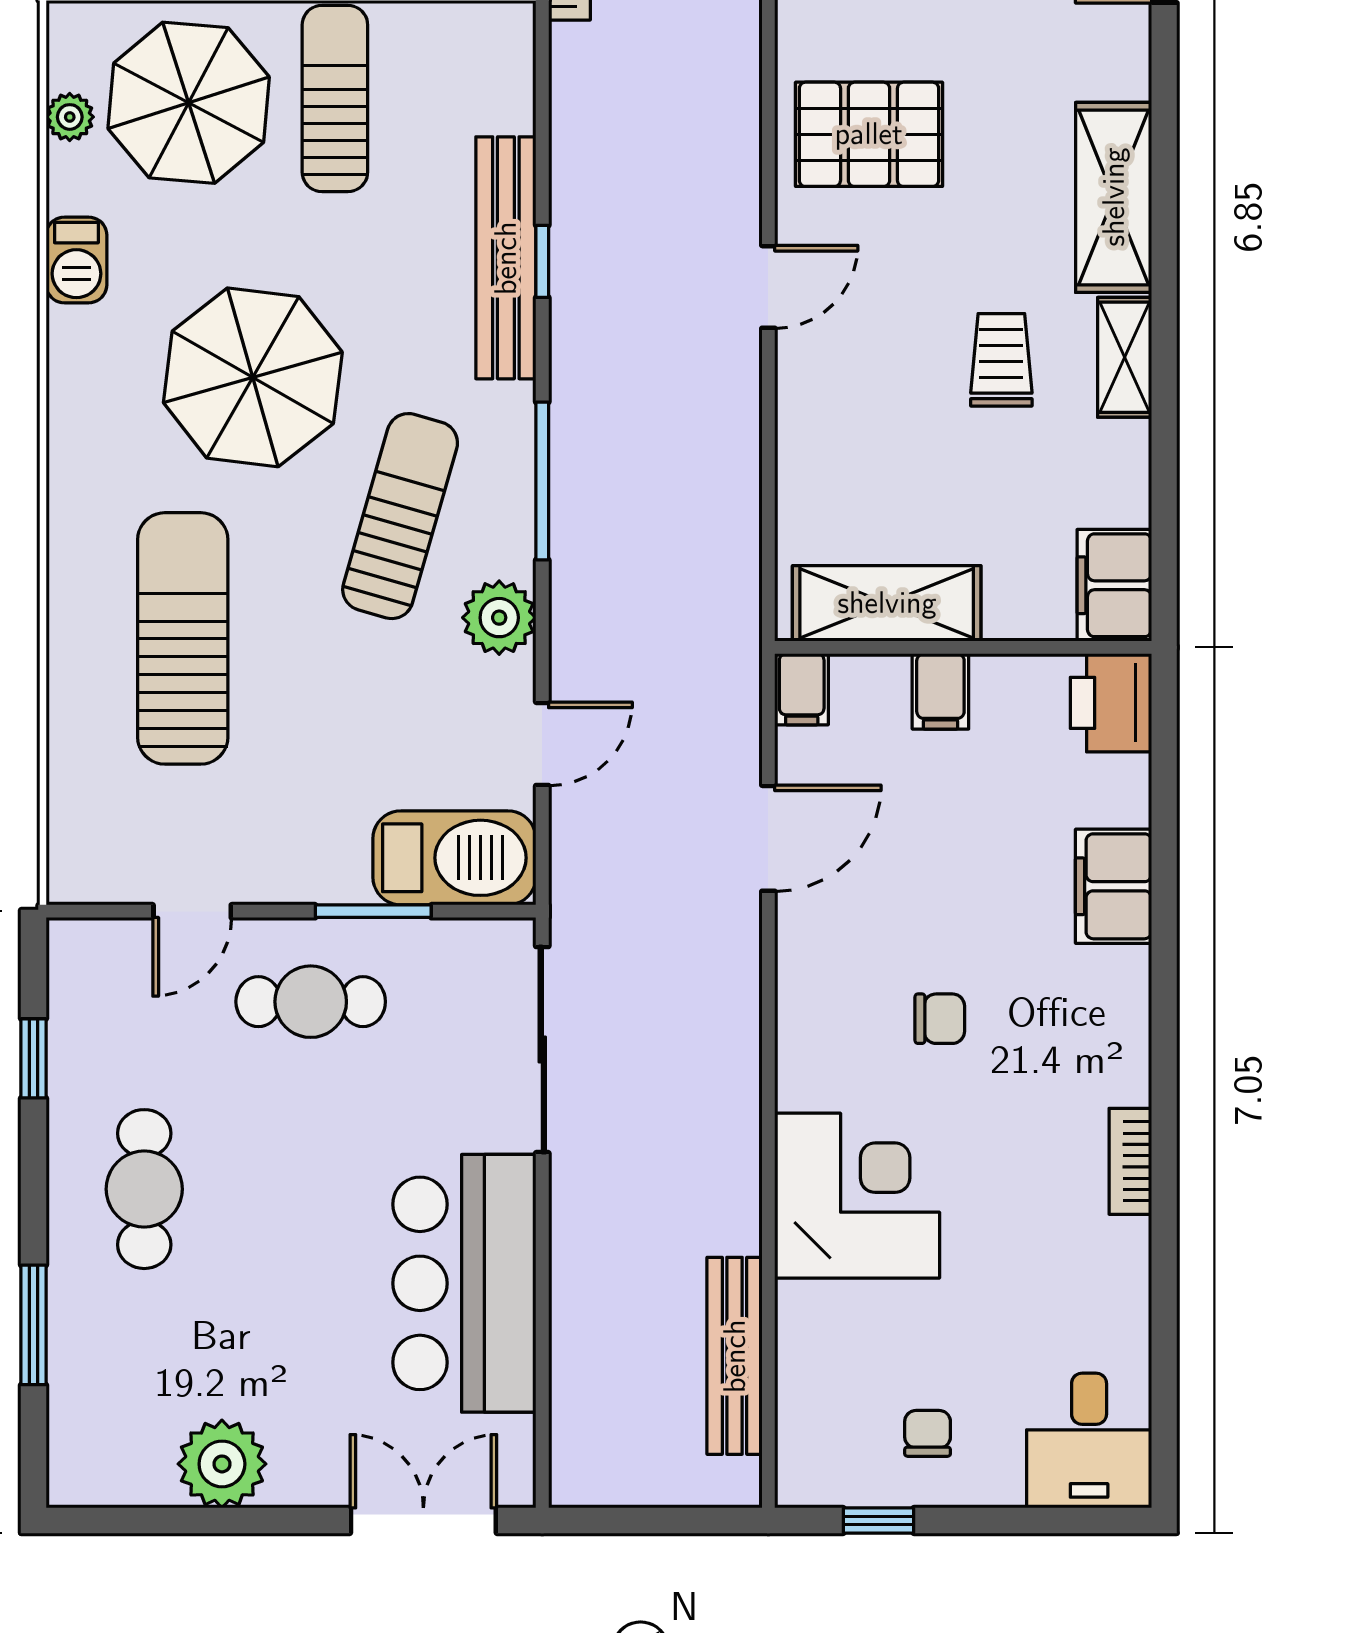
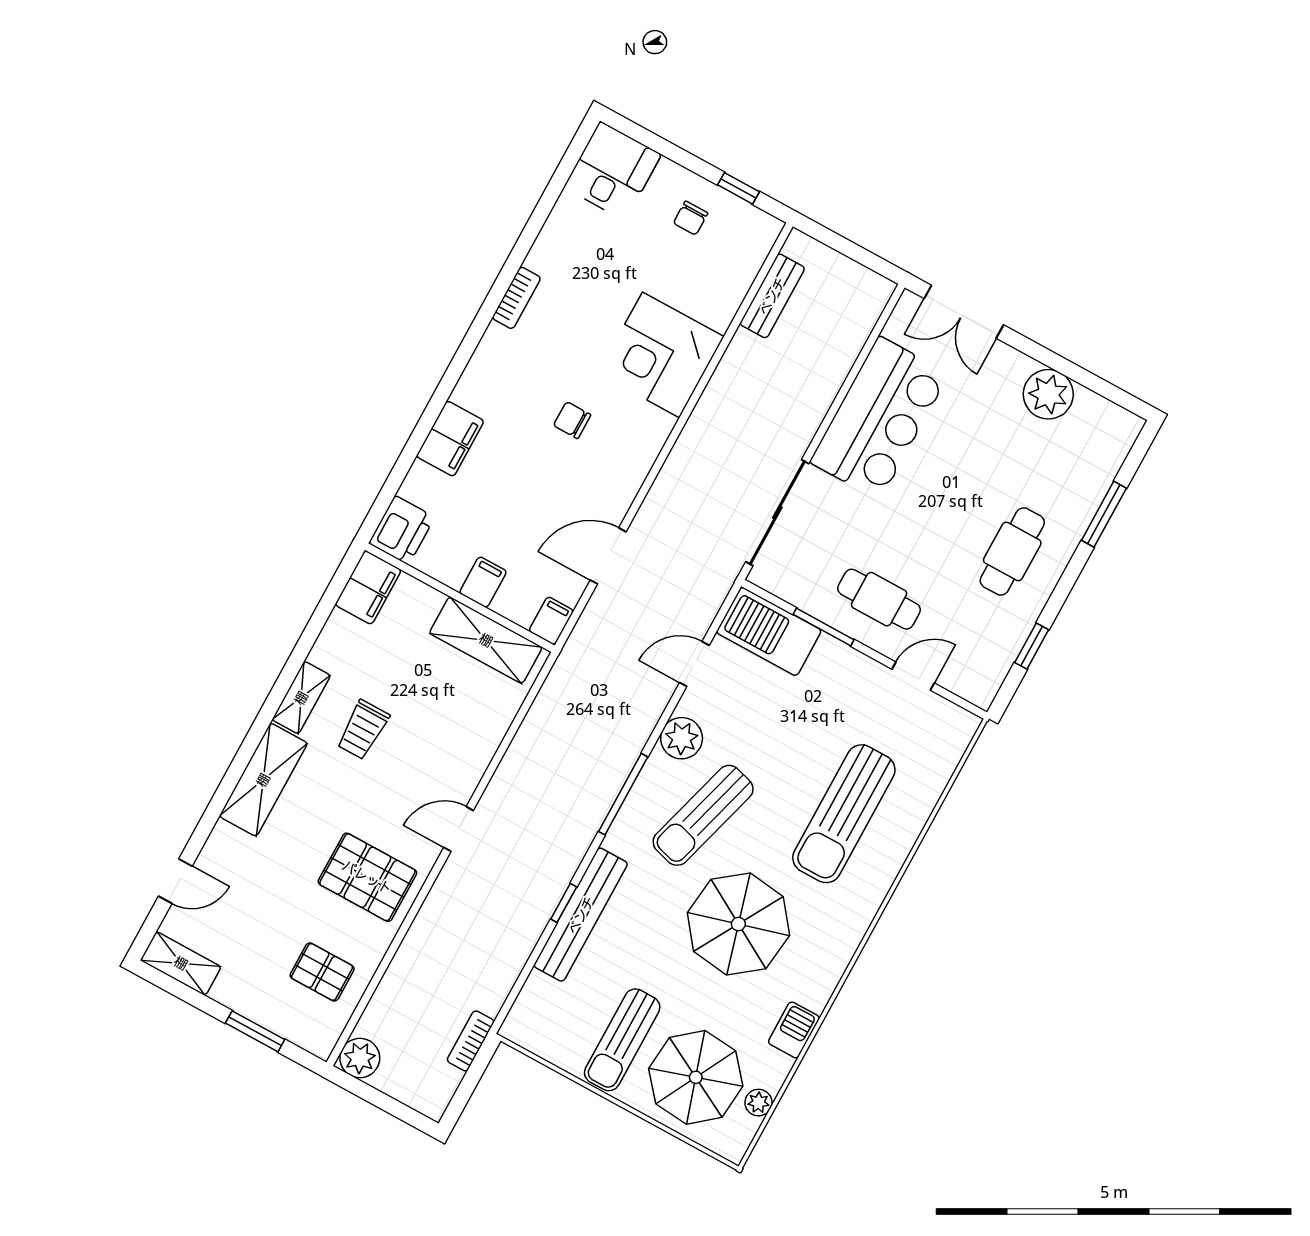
bench: (735, 1356) -> (772, 296), width x0.73

